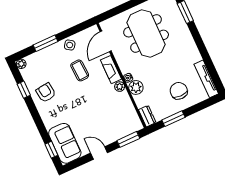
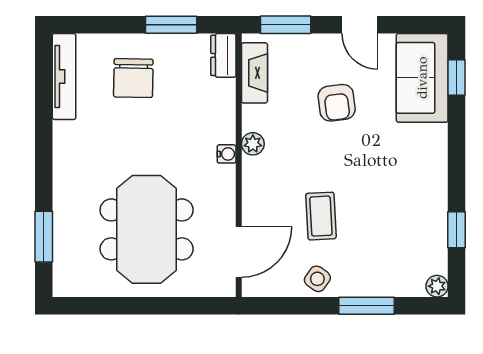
fireplace: (111, 70) -> (254, 73), moved
plant: (136, 87) -> (220, 126), removed
armchair: (46, 93) -> (337, 103), moved

